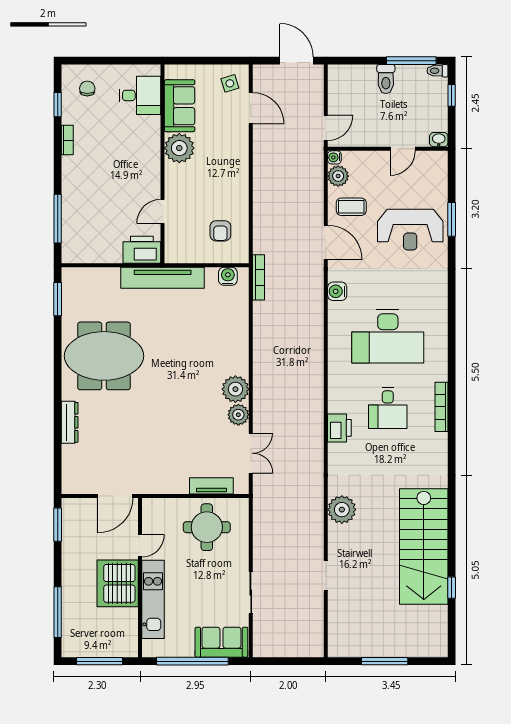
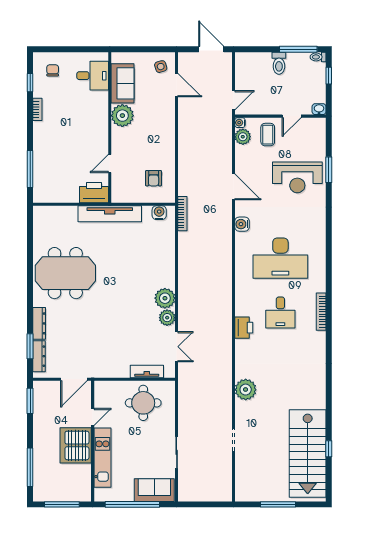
coffee table: (351, 207) -> (268, 135), moved, turned 90
window: (58, 299) -> (30, 346), moved
dresser: (69, 466) -> (39, 356), added
stairs: (424, 547) -> (308, 453), moved

